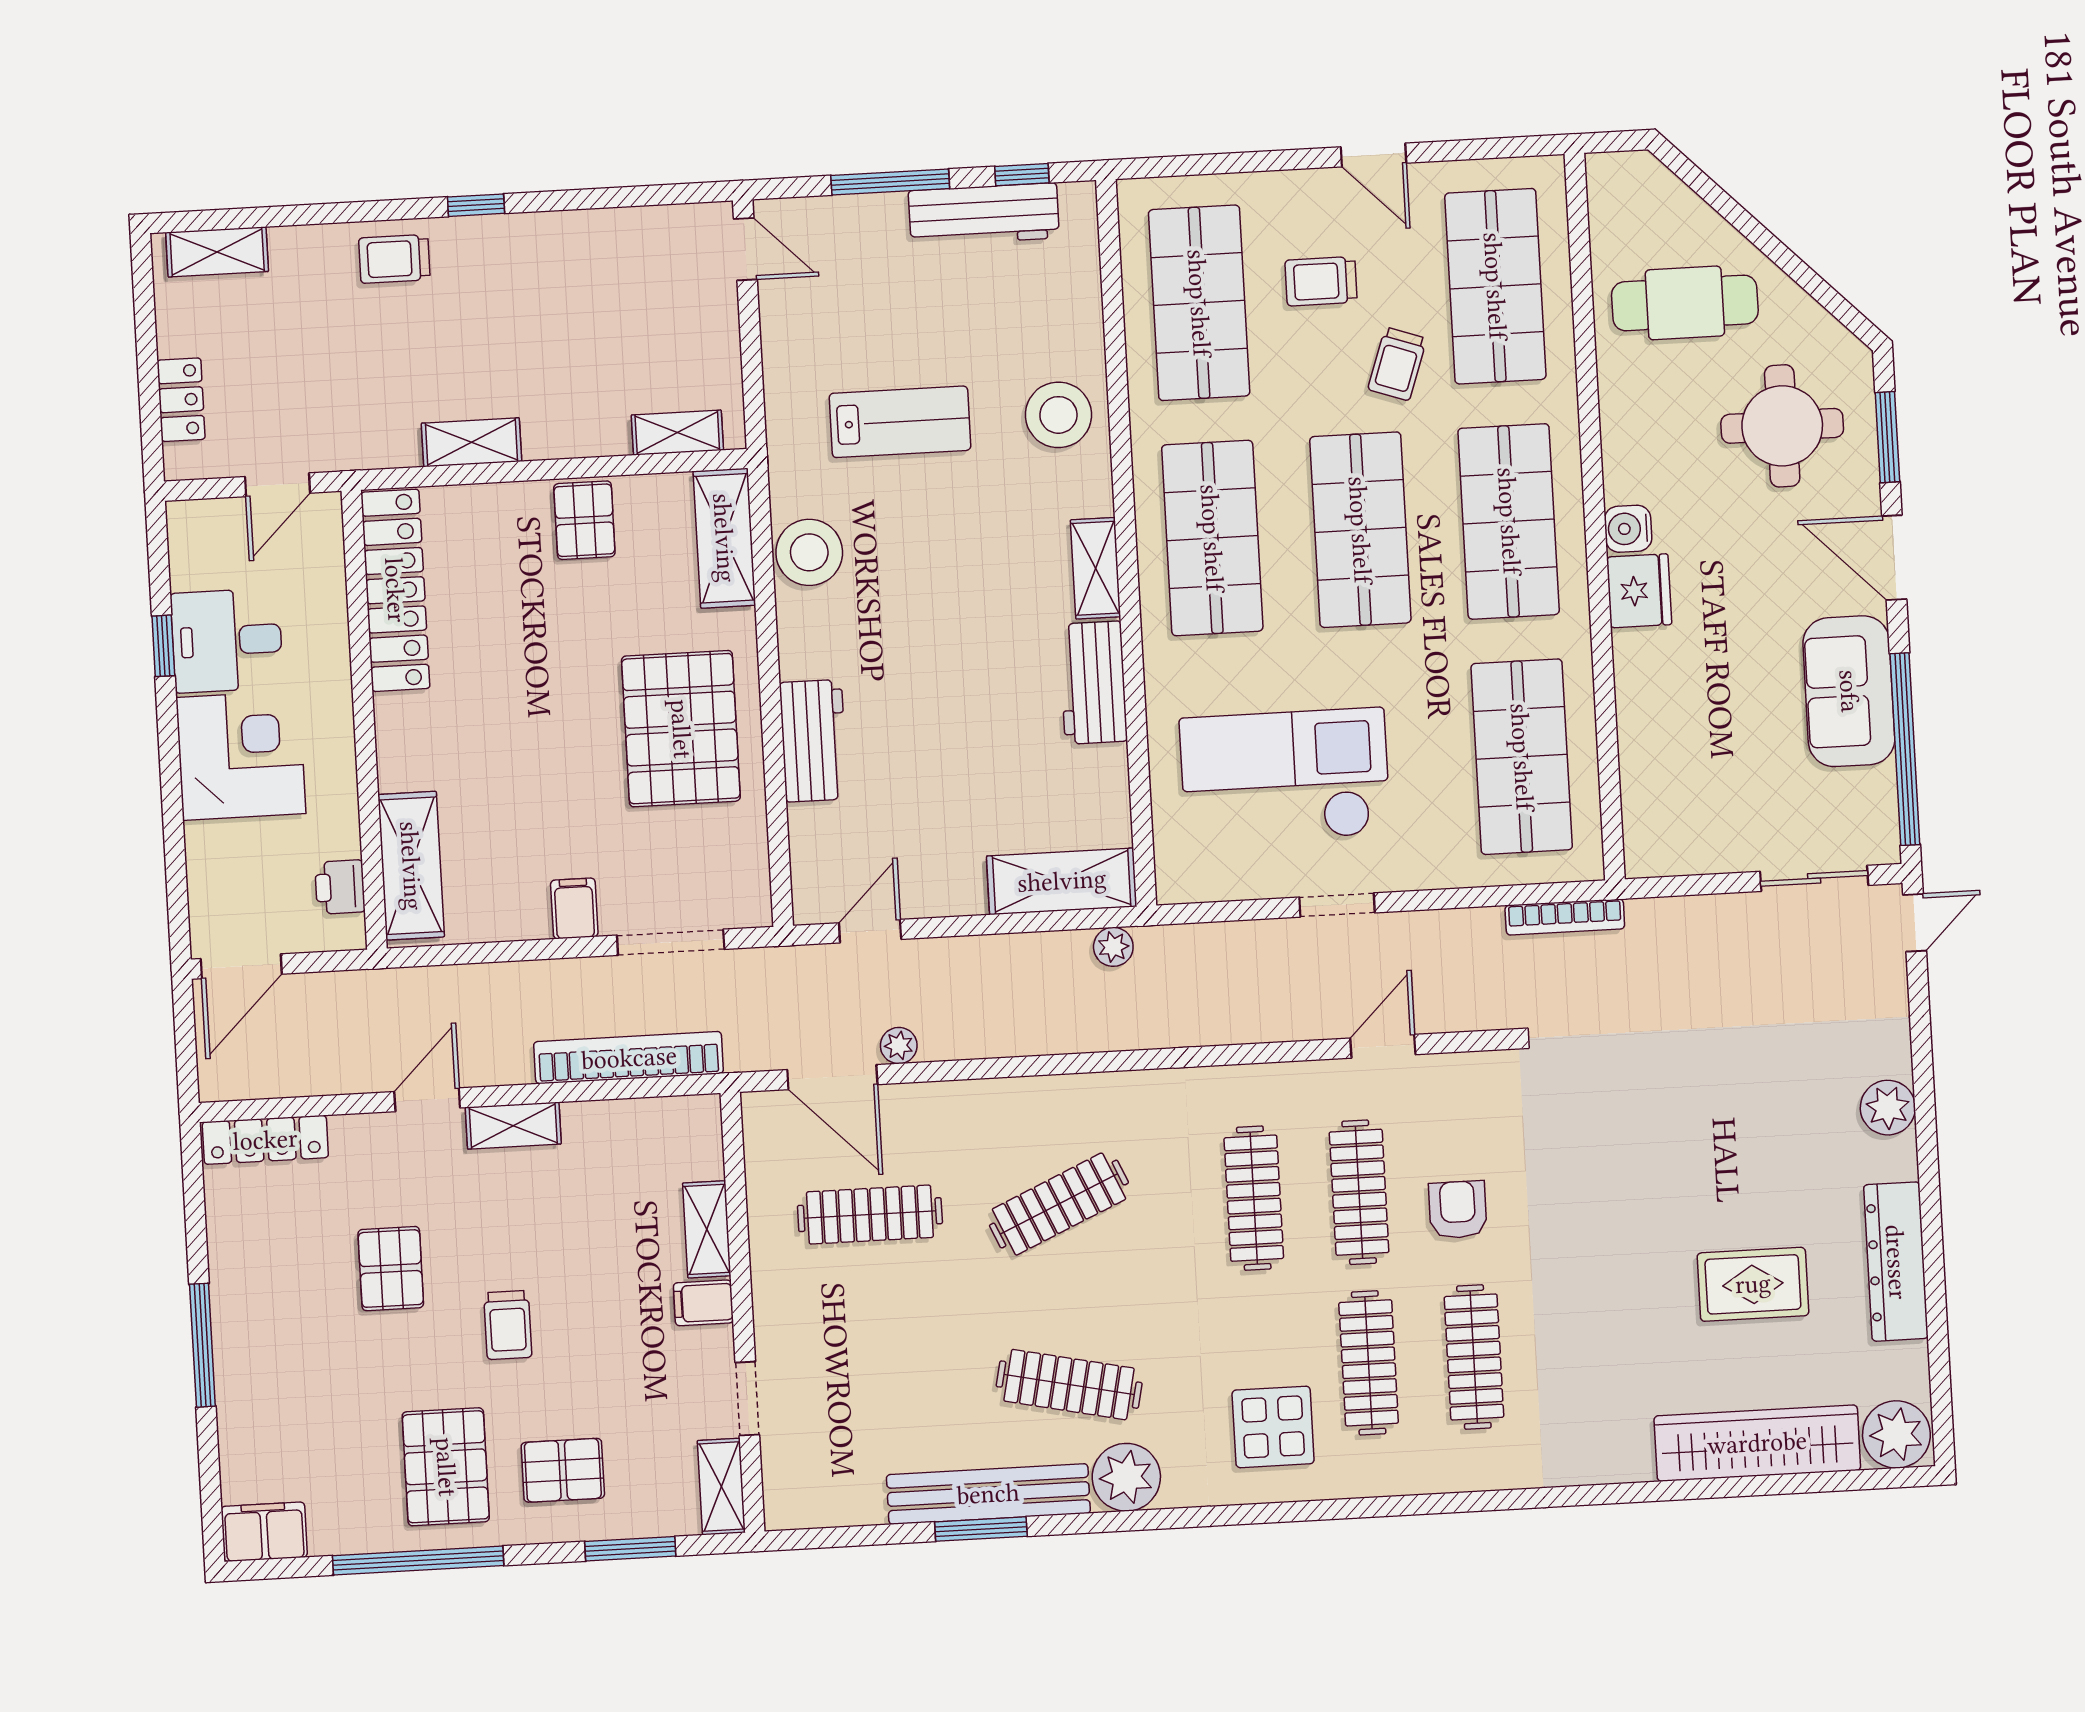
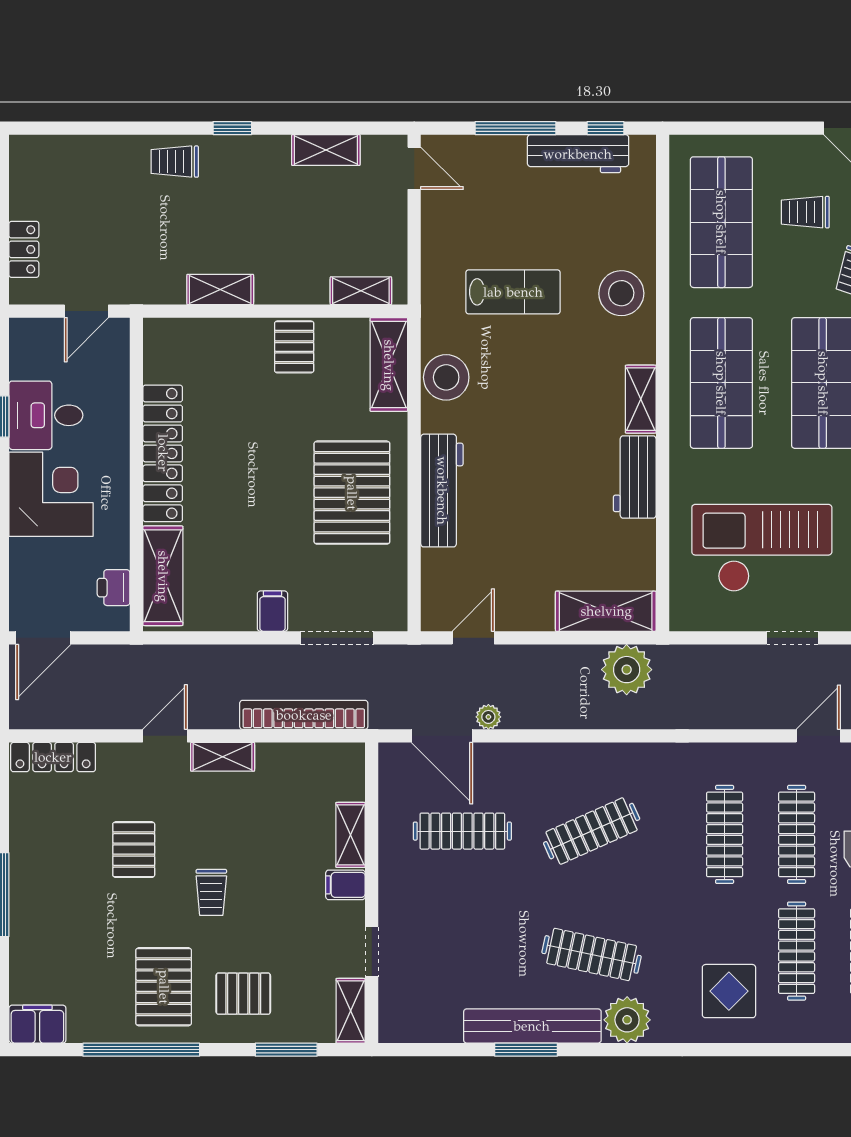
shelving: (217, 252) -> (326, 150), moved
locker: (395, 590) -> (163, 453), moved
workbench: (813, 741) -> (442, 491), width x1.38
plant: (1113, 947) -> (627, 670), width x1.88, depth x1.88

